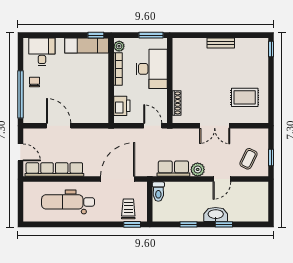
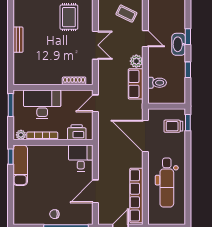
desk: (42, 52) -> (81, 158), moved, turned 90
toilet: (158, 192) -> (157, 83), moved

